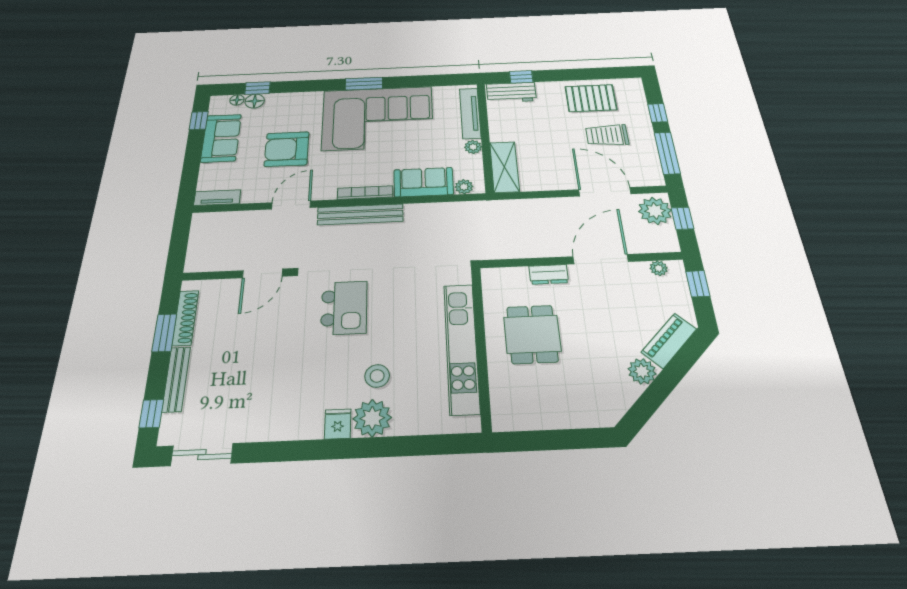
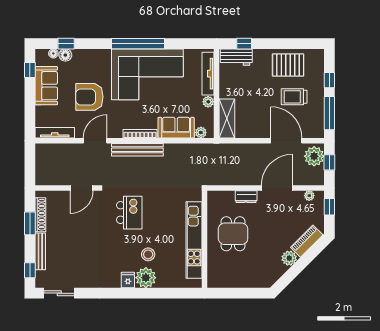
window: (364, 84) -> (138, 44), width x2.11
tv unit: (217, 198) -> (55, 133), width x1.41

